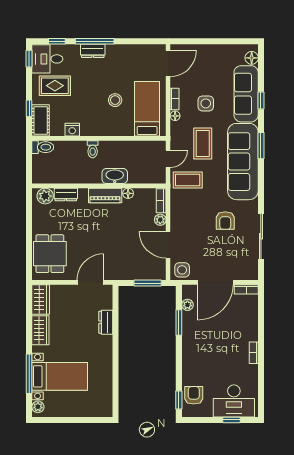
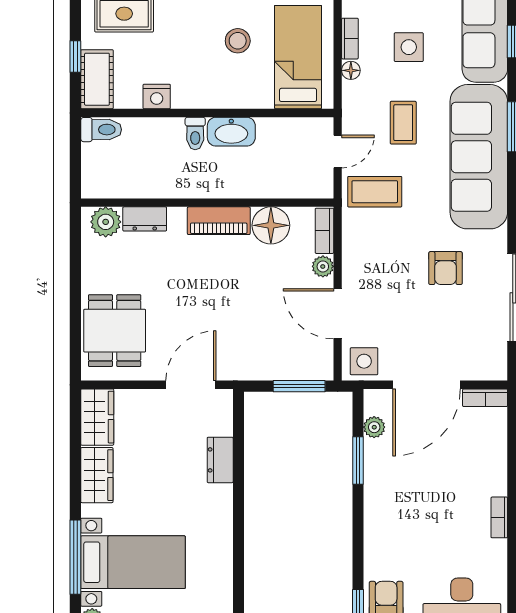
coffee table: (203, 143) -> (403, 123), width x0.73, depth x0.77
washbasin: (115, 176) -> (231, 132), moved, turned 180
floor lamp: (128, 193) -> (271, 225), width x1.89, depth x1.89

